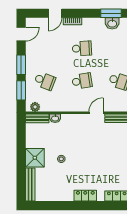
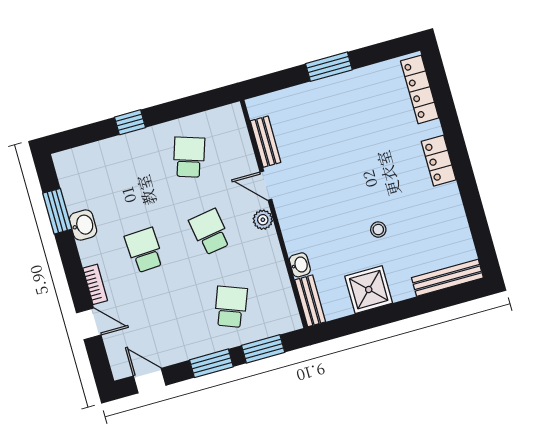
washbasin: (112, 23) -> (83, 225), moved
plant: (35, 107) -> (263, 220), moved
shower: (35, 158) -> (369, 290), moved

